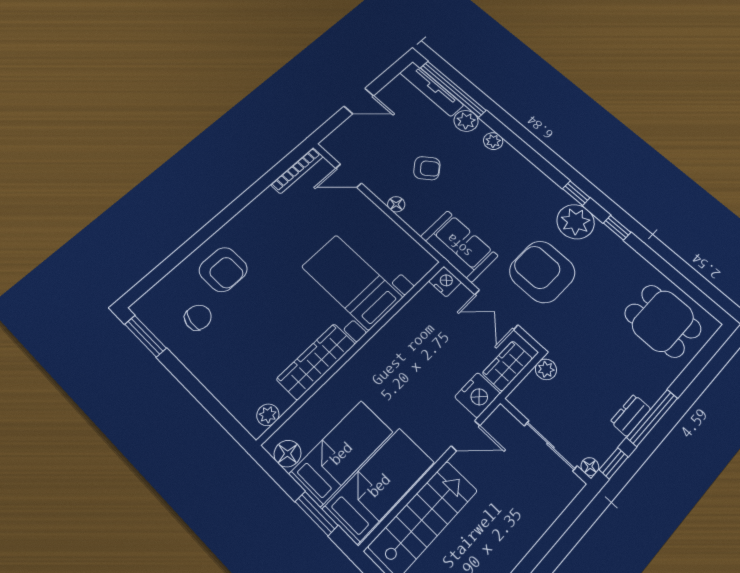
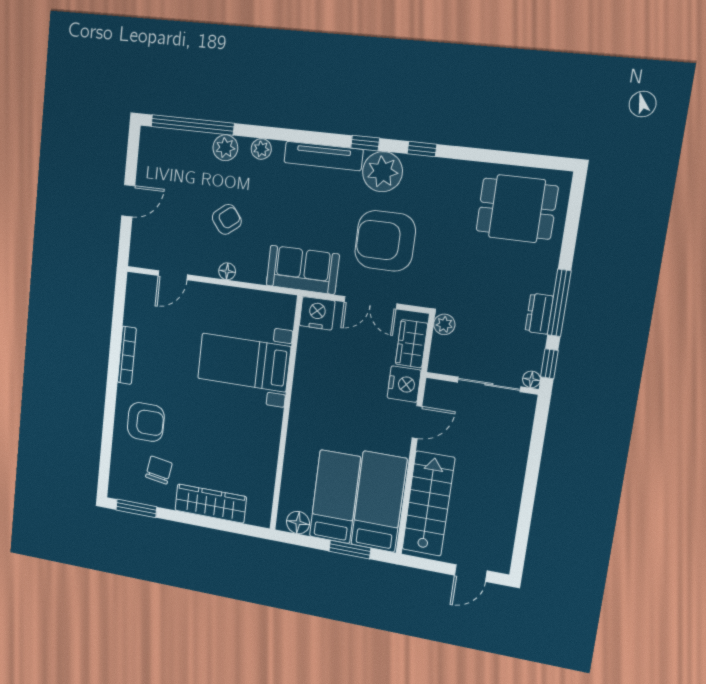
tv unit: (432, 89) -> (323, 156), moved
bookcase: (297, 171) -> (127, 355), moved
nightstand: (445, 282) -> (317, 313), width x1.36, depth x1.33
wardrobe: (316, 361) -> (211, 504), moved, turned 90
plant: (268, 415) -> (263, 505), removed

